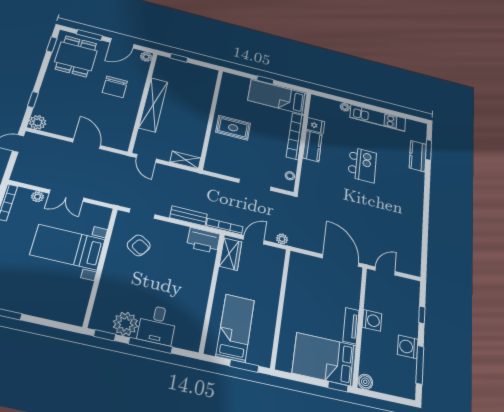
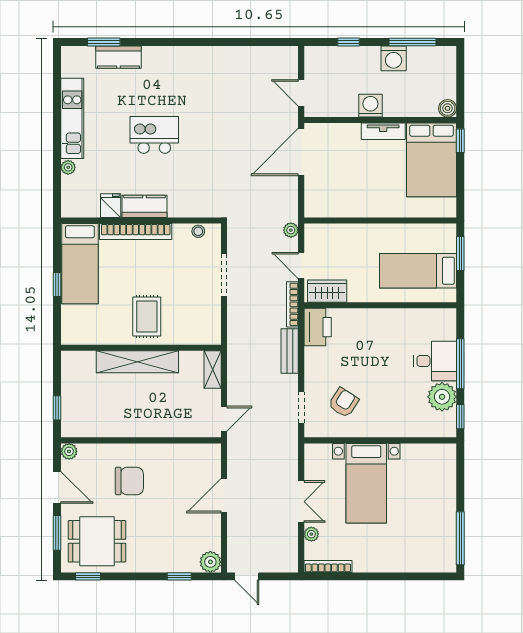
shelving: (153, 105) -> (137, 362), moved

